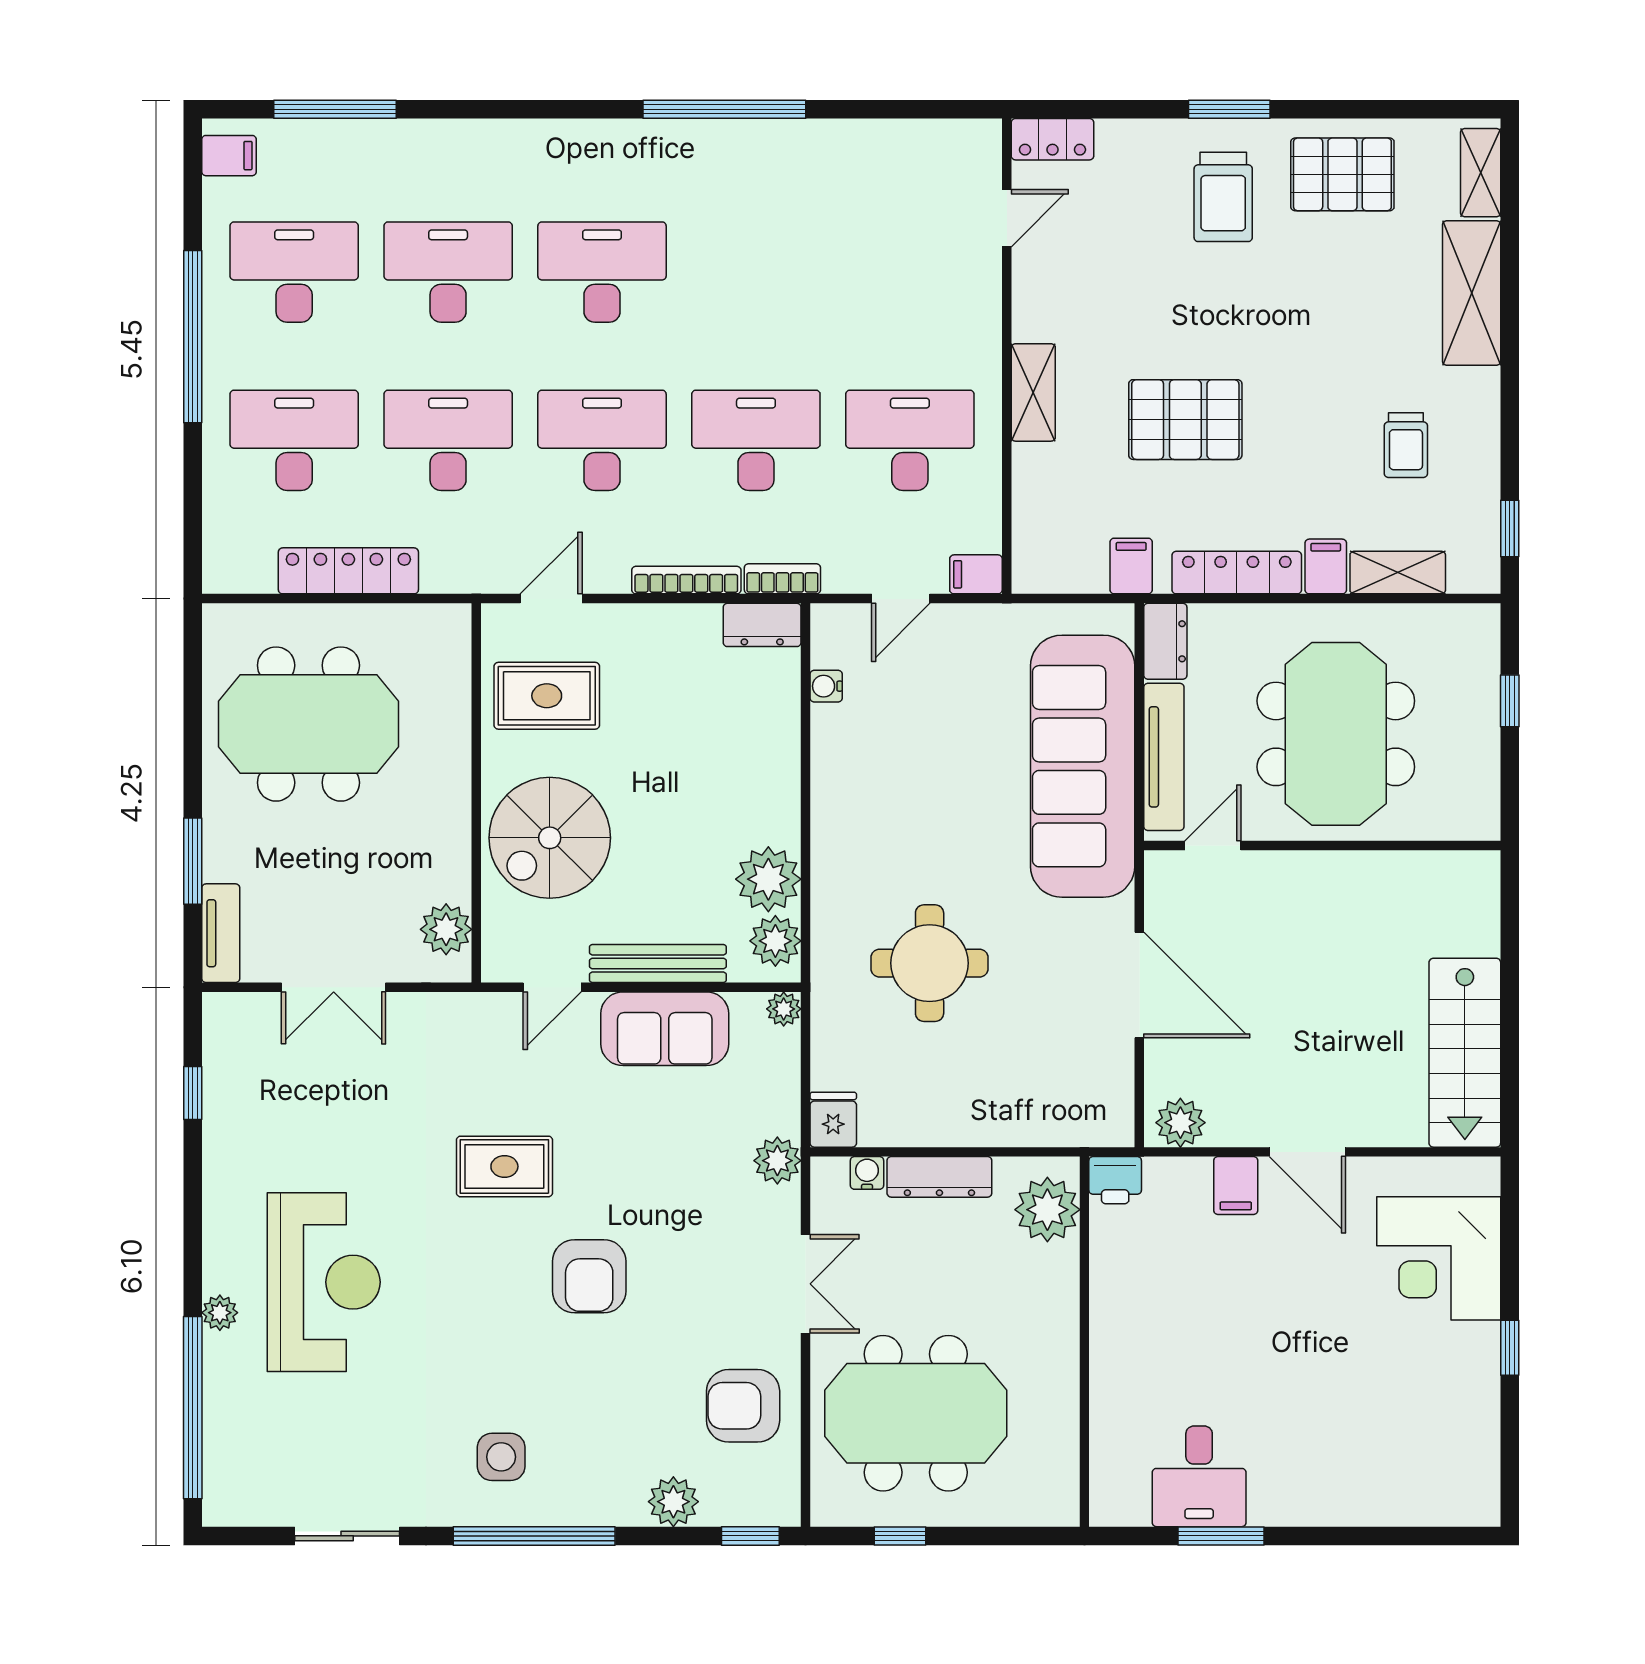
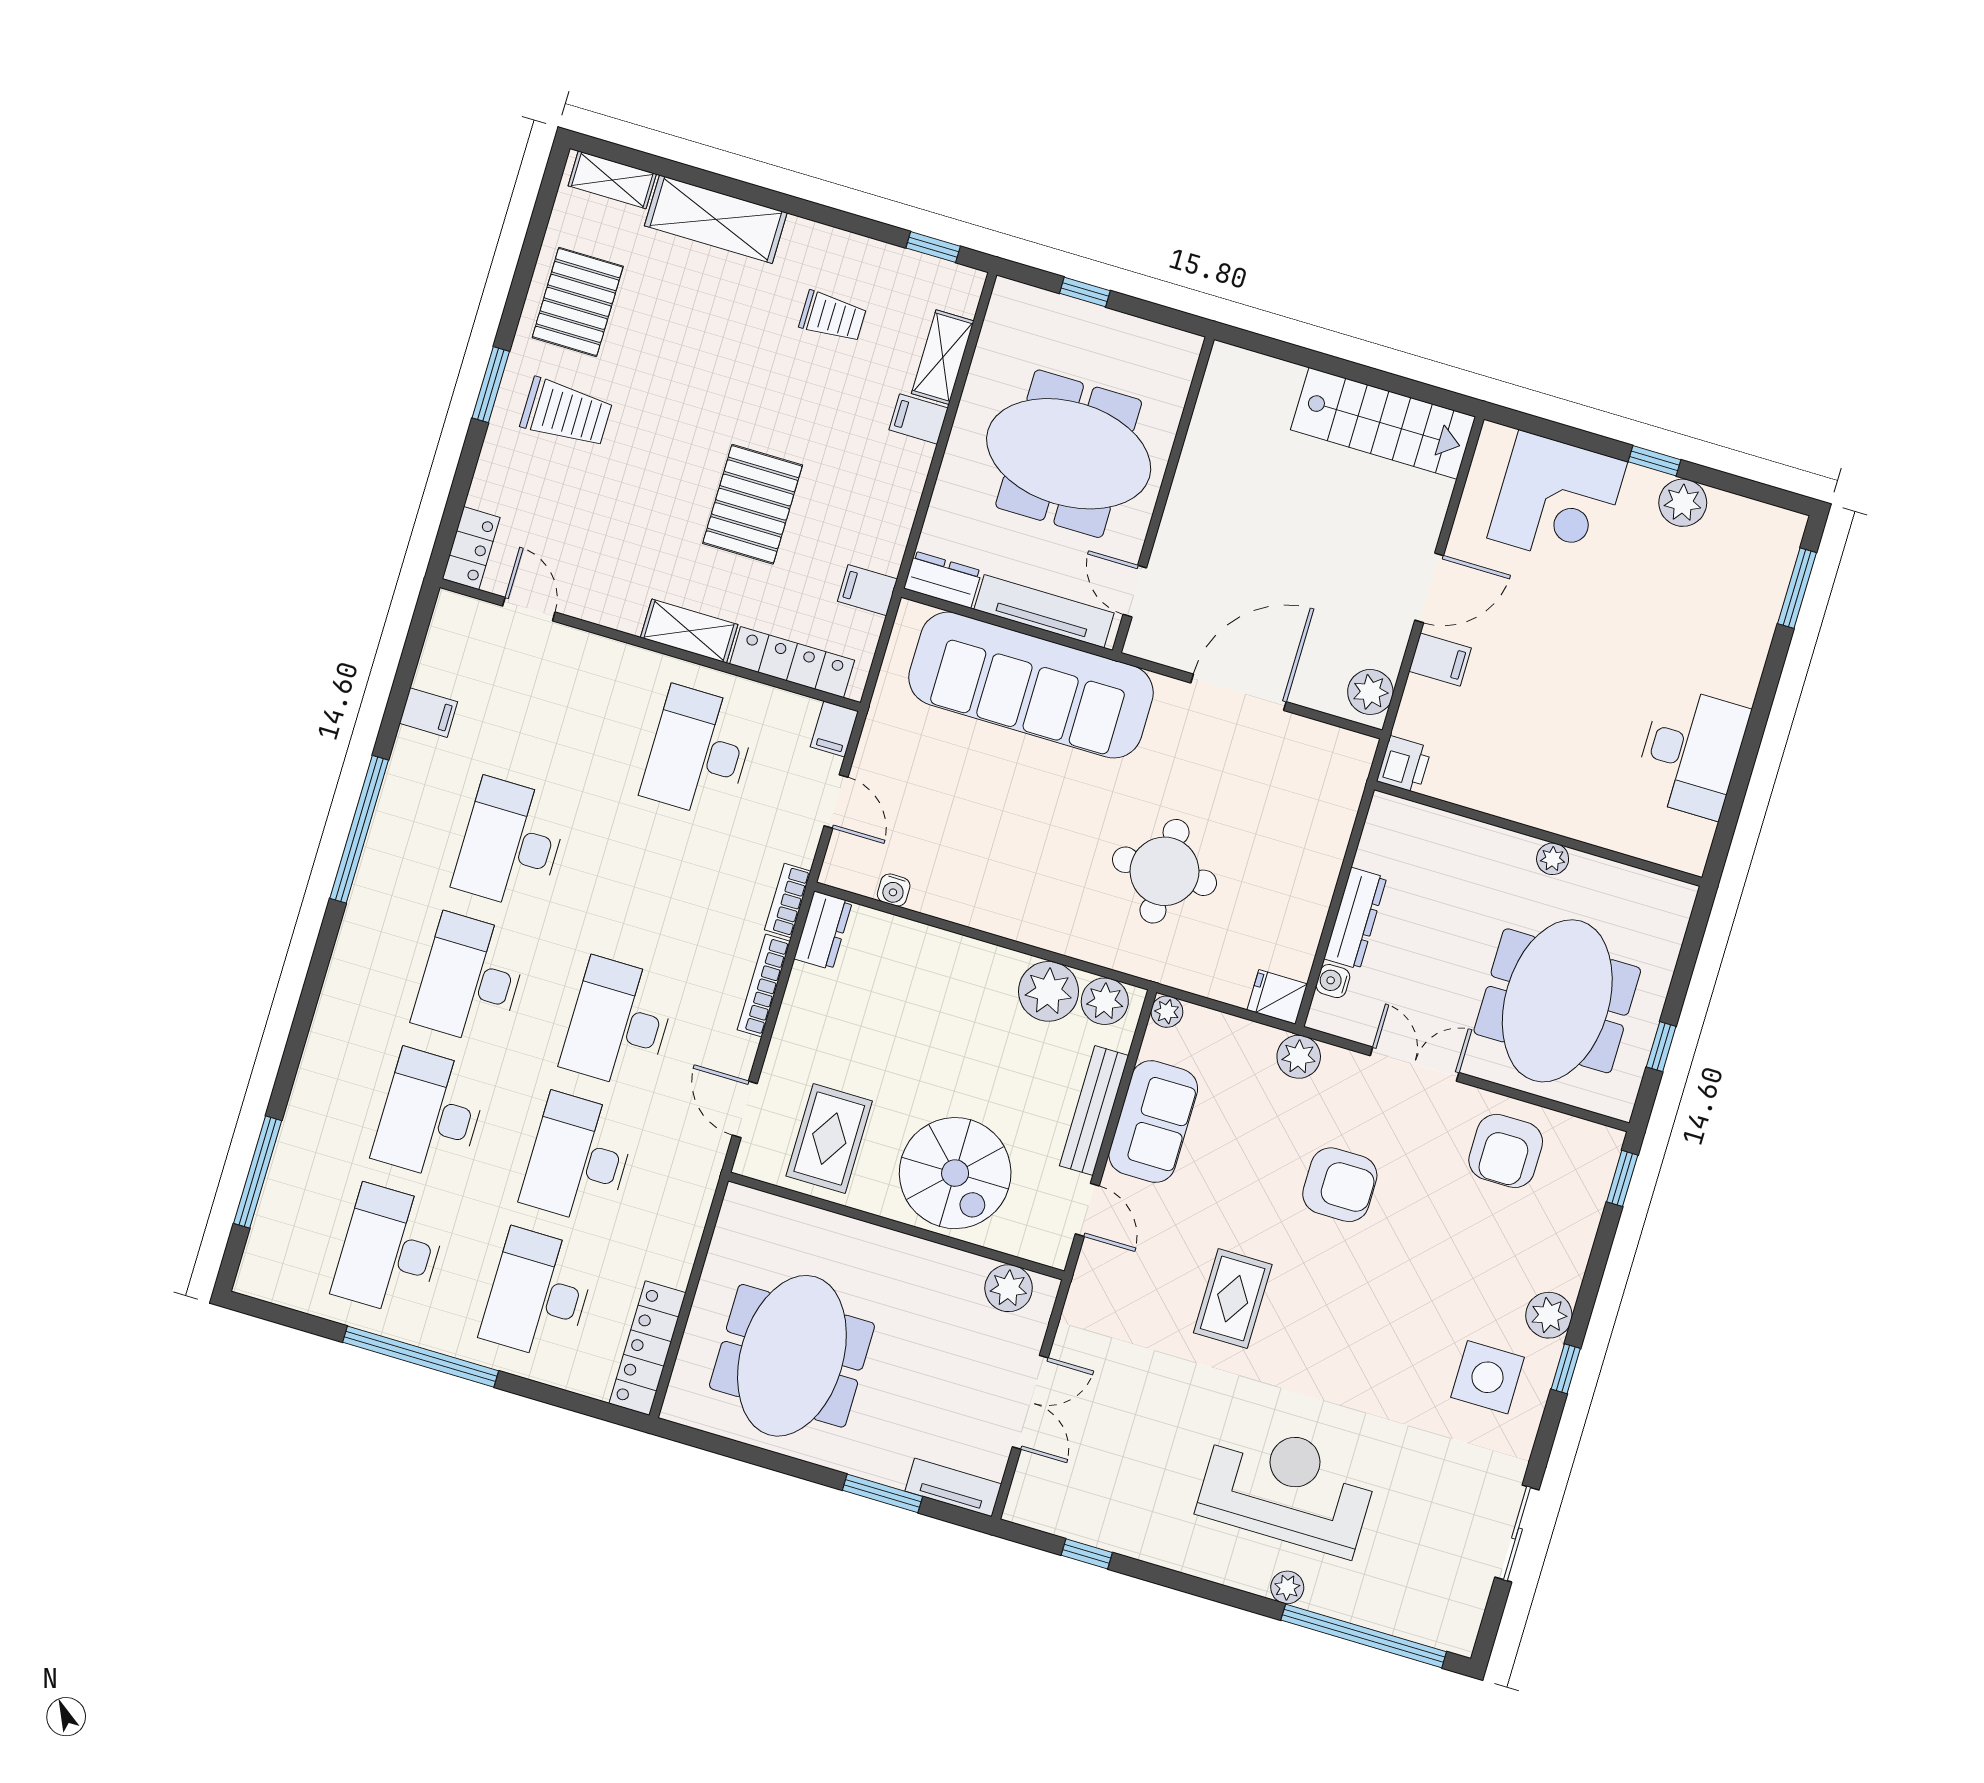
filing cabinet: (229, 156) -> (428, 713), moved, turned 90
desk: (756, 440) -> (511, 844), moved
locker: (348, 571) -> (648, 1348), moved
locker: (1237, 573) -> (792, 662), moved, turned 90
plant: (1047, 1210) -> (1553, 859), moved, width x0.53, depth x0.53
armchair: (589, 1276) -> (1340, 1185), moved
plant: (1475, 1390) -> (1683, 503), added
side table: (501, 1457) -> (1488, 1377), width x1.37, depth x1.37
desk: (1199, 1476) -> (1691, 752), width x1.37
plant: (673, 1502) -> (1549, 1315), moved
window: (534, 1536) -> (1566, 1369), width x0.32
window: (1221, 1536) -> (1797, 588), moved

